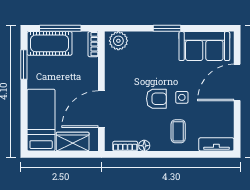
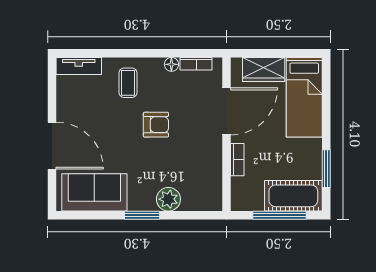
plant: (118, 41) -> (168, 199), moved
bookcase: (93, 44) -> (237, 160), moved
door: (237, 82) -> (52, 146), hinge flipped
side table: (182, 97) -> (123, 126), removed
armchair: (156, 99) -> (156, 125), turned 180

